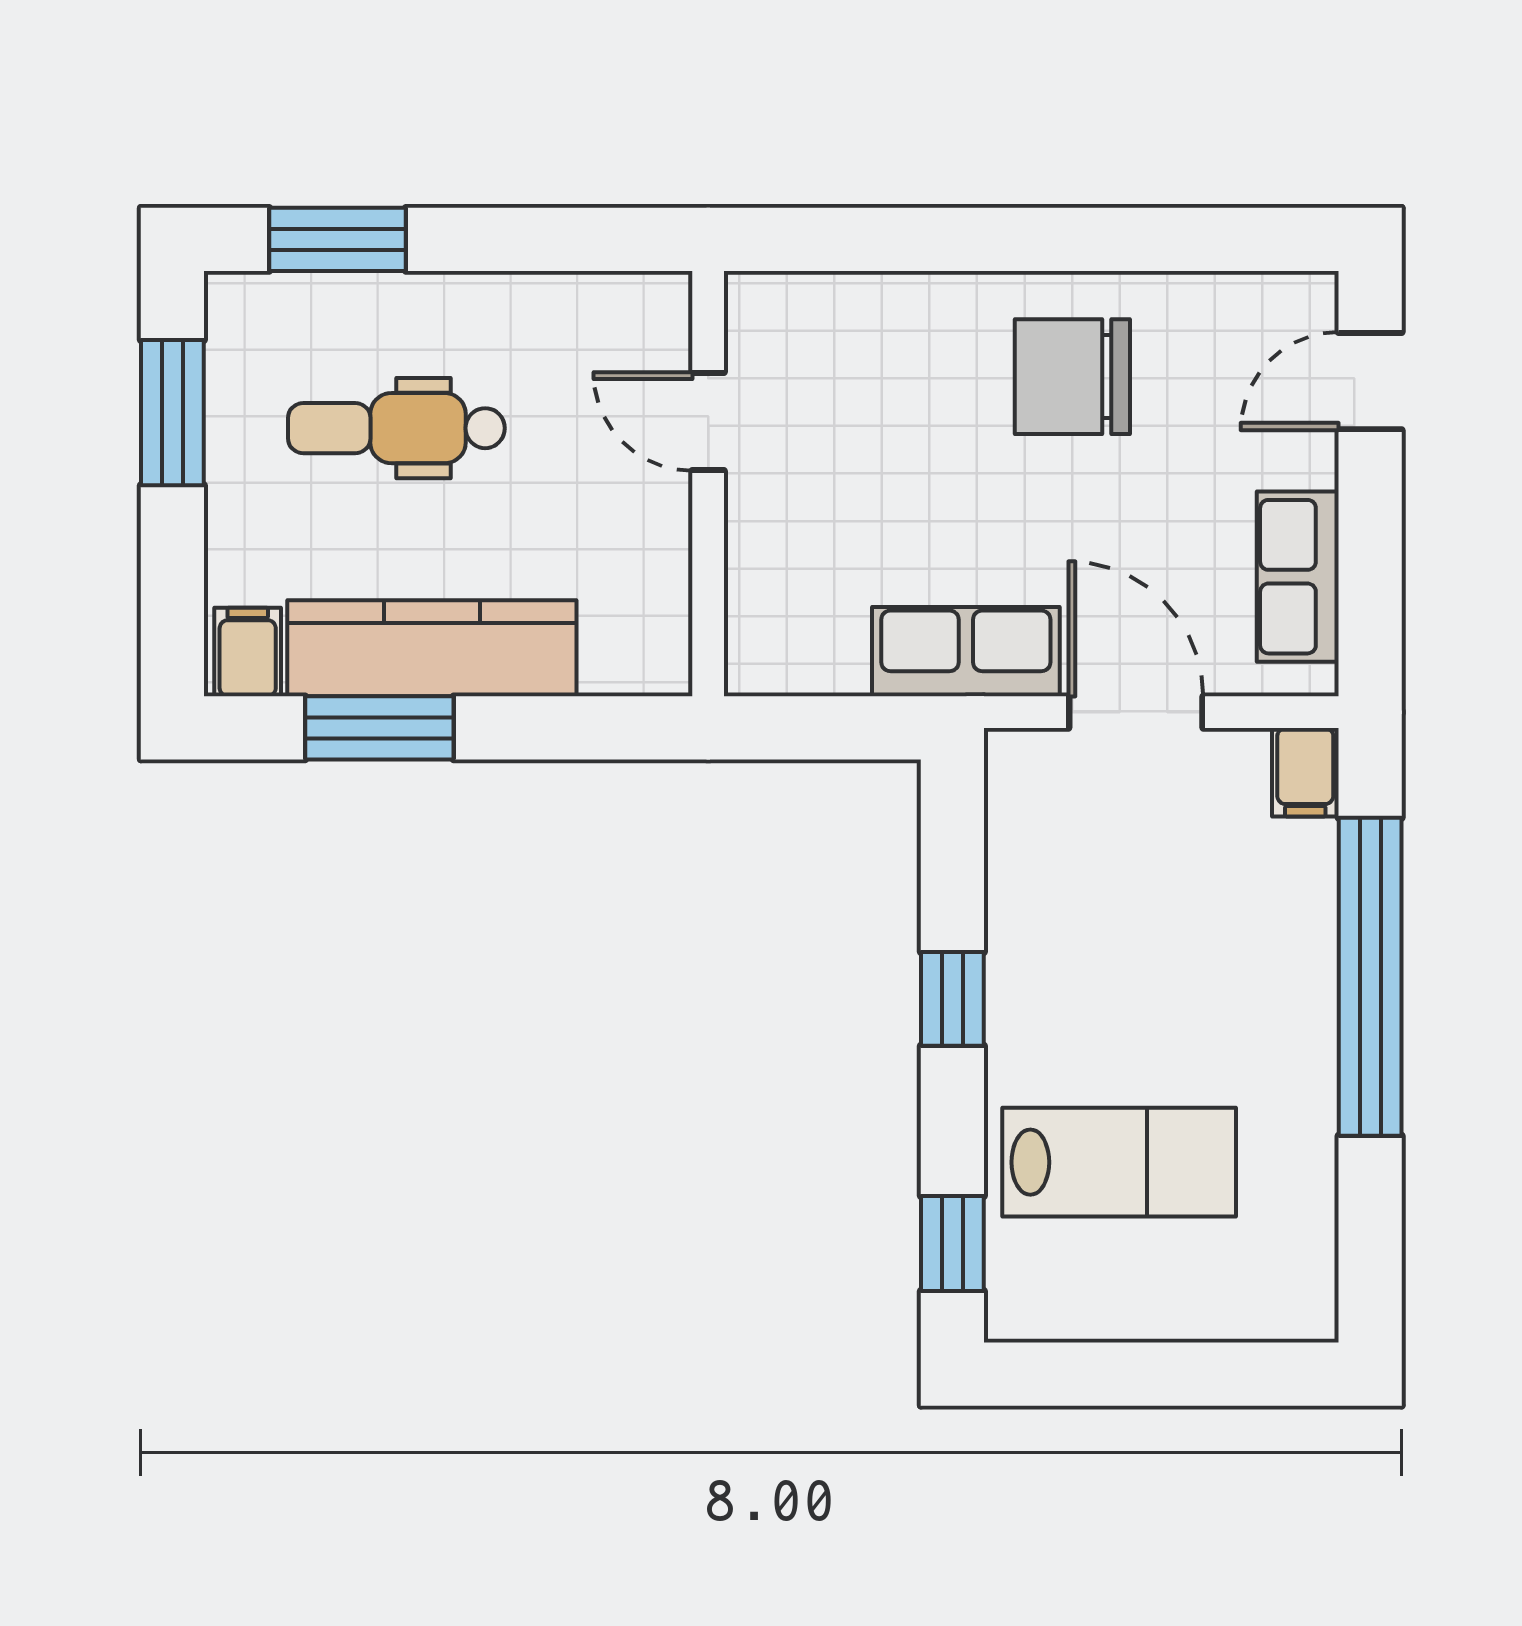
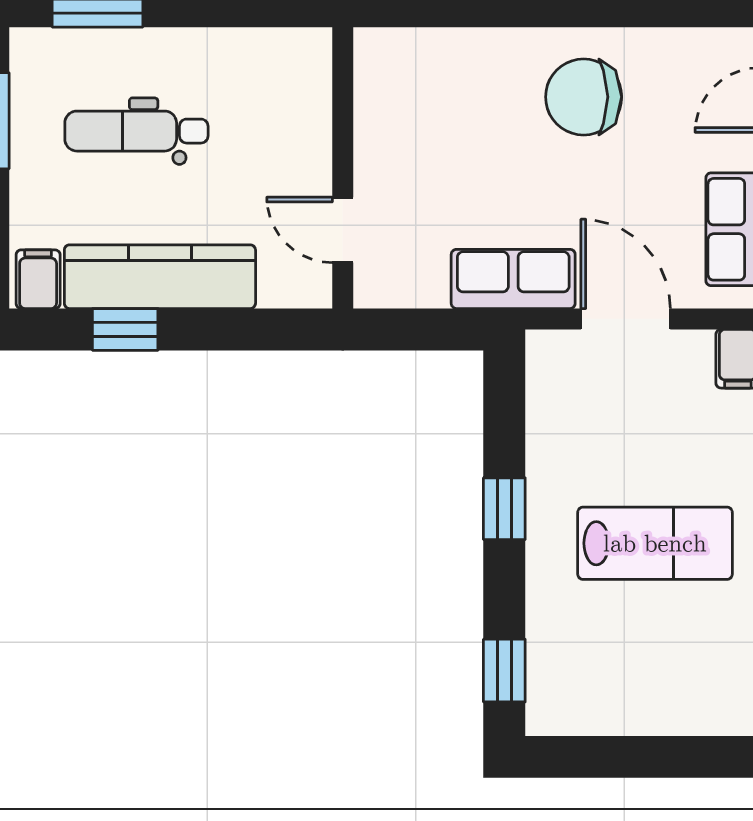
door: (708, 421) -> (343, 230), moved
window: (379, 728) -> (125, 329), width x0.67
lab bench: (1119, 1162) -> (655, 543), moved

